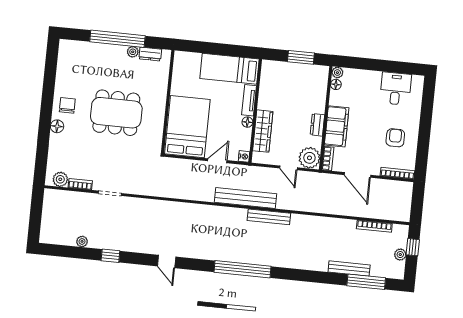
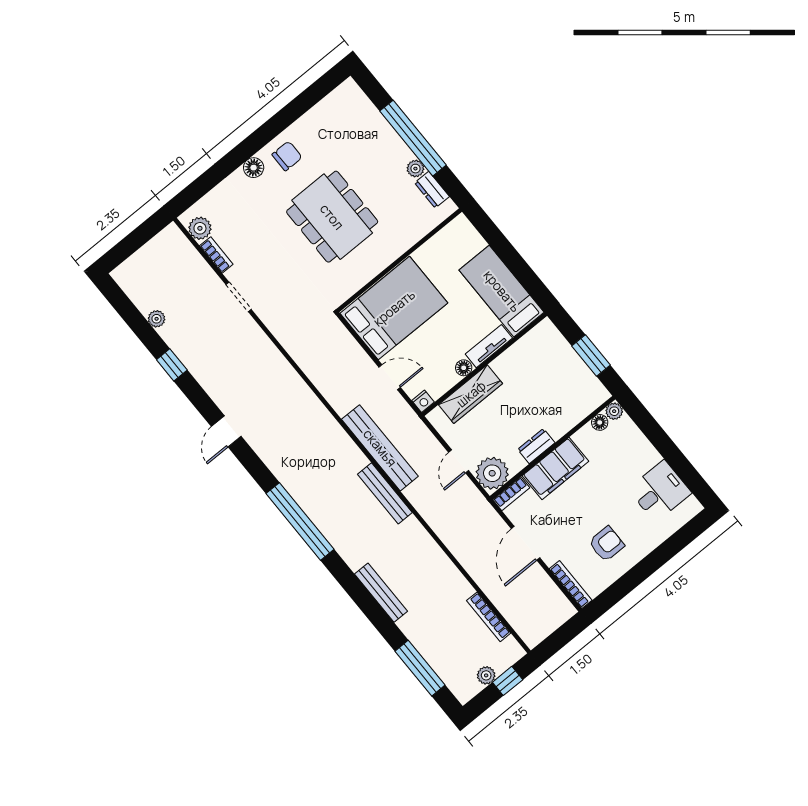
bench: (349, 268) -> (381, 593), moved

